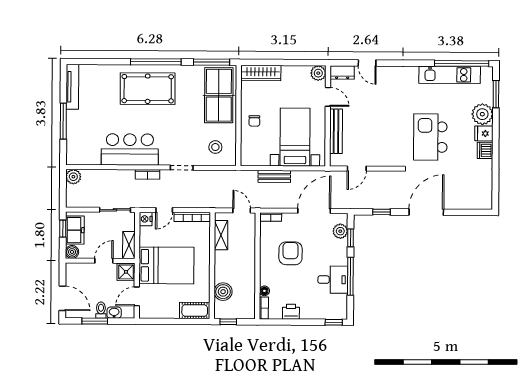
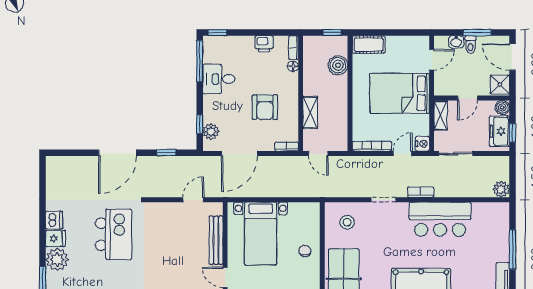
bench: (274, 176) -> (283, 191), removed
shelving: (221, 235) -> (310, 113), moved
shower: (126, 272) -> (500, 85), moved
window: (350, 276) -> (200, 61), moved

